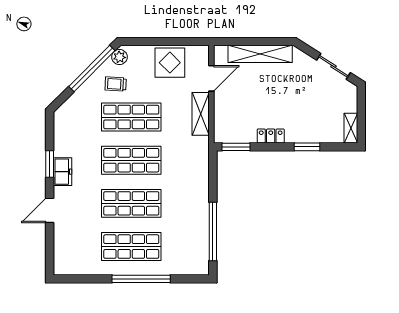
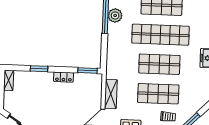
shop shelf: (131, 203) -> (161, 35), width x1.40
plant: (199, 229) -> (115, 15), added

